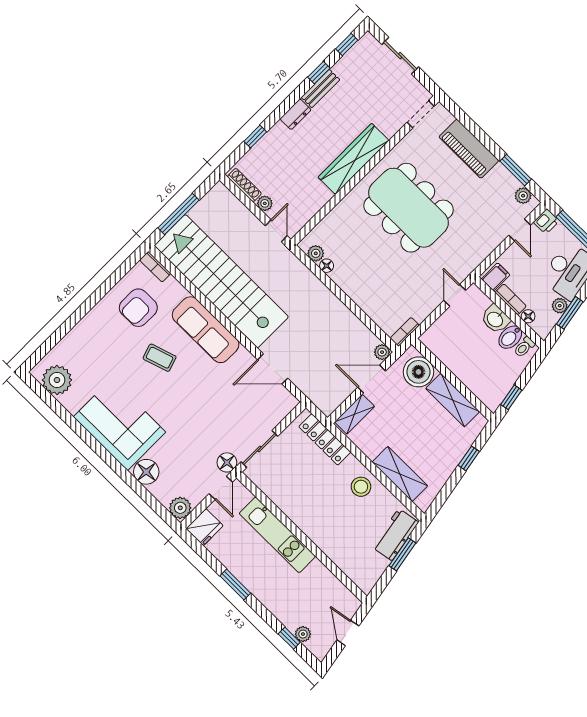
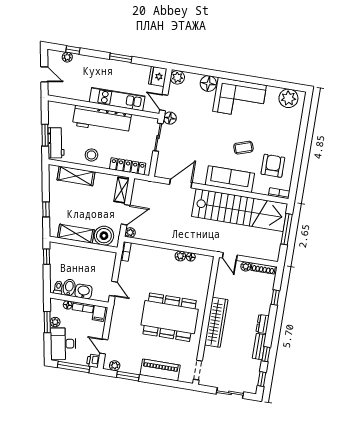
plant: (316, 253) -> (180, 256), moved
workbench: (316, 522) -> (102, 120), added

